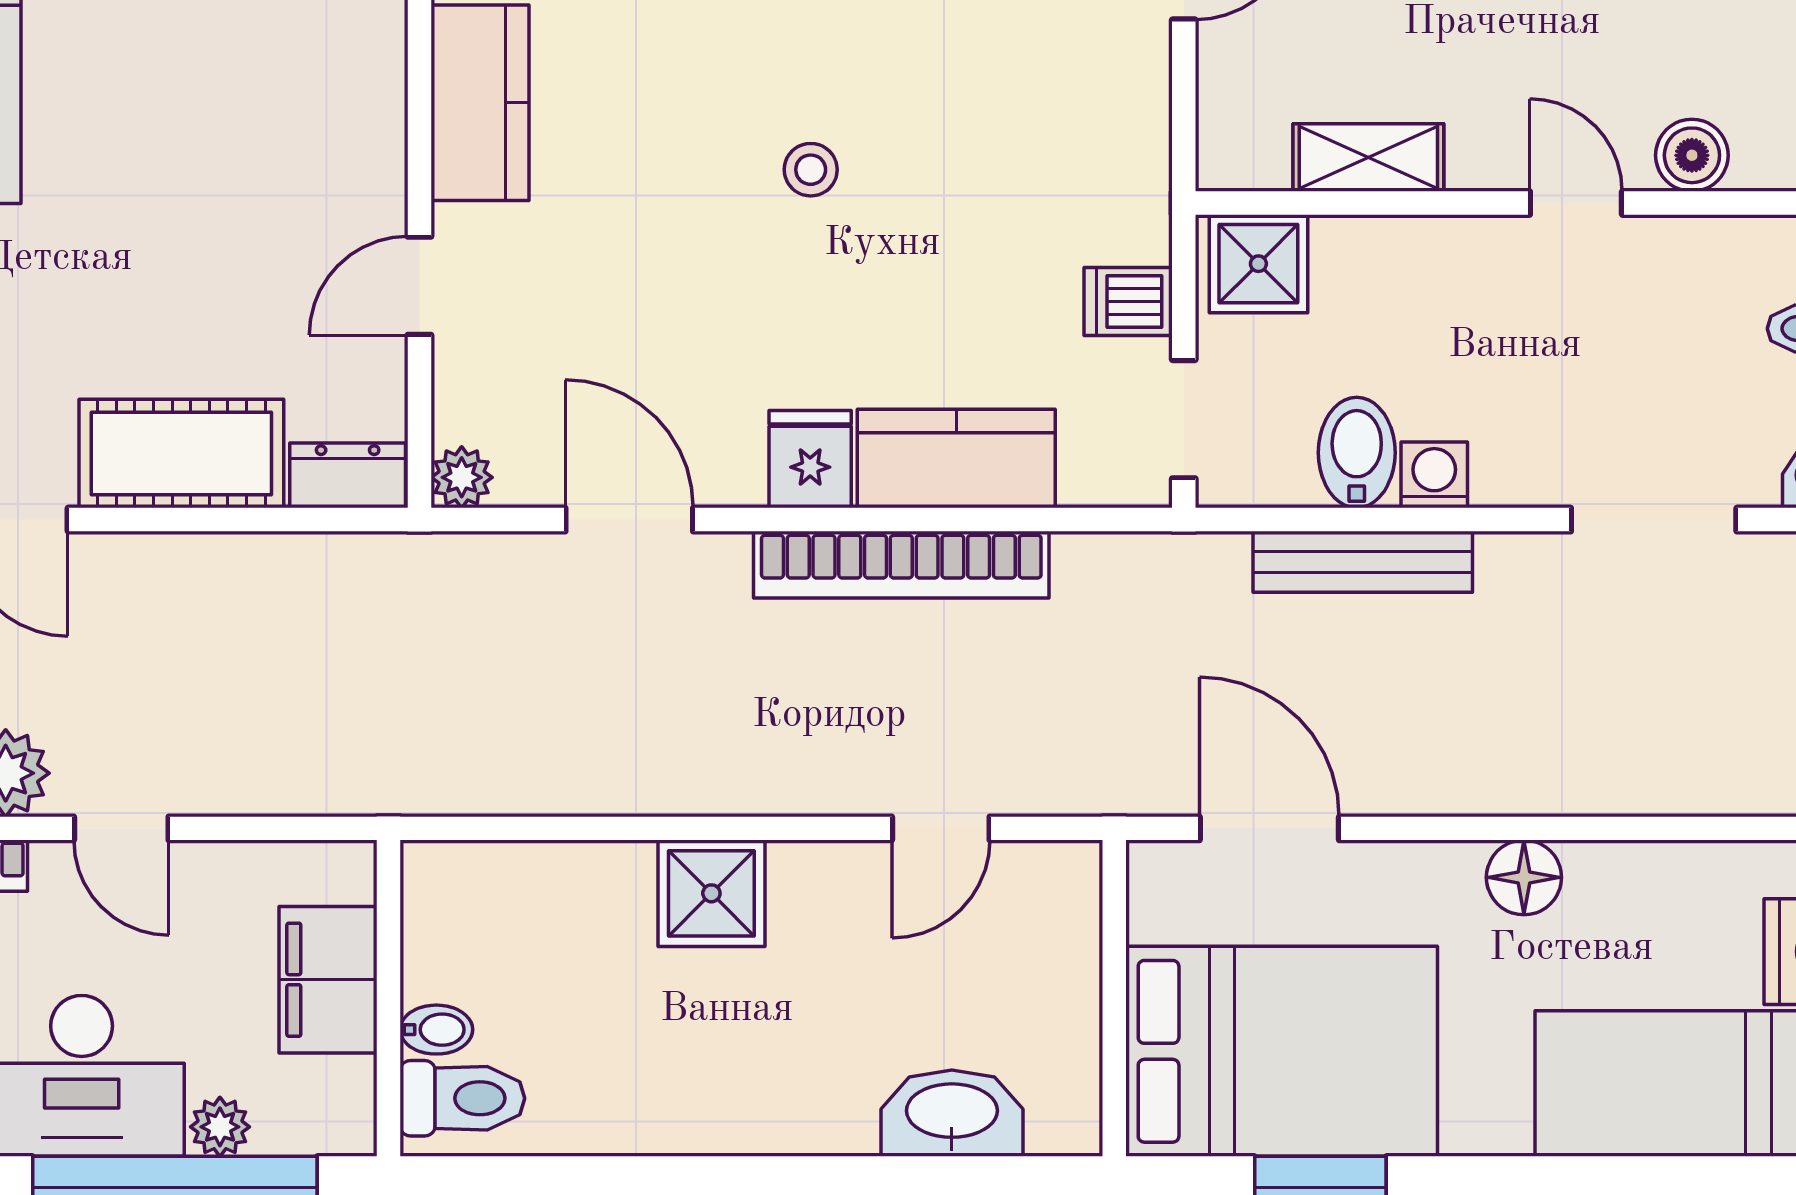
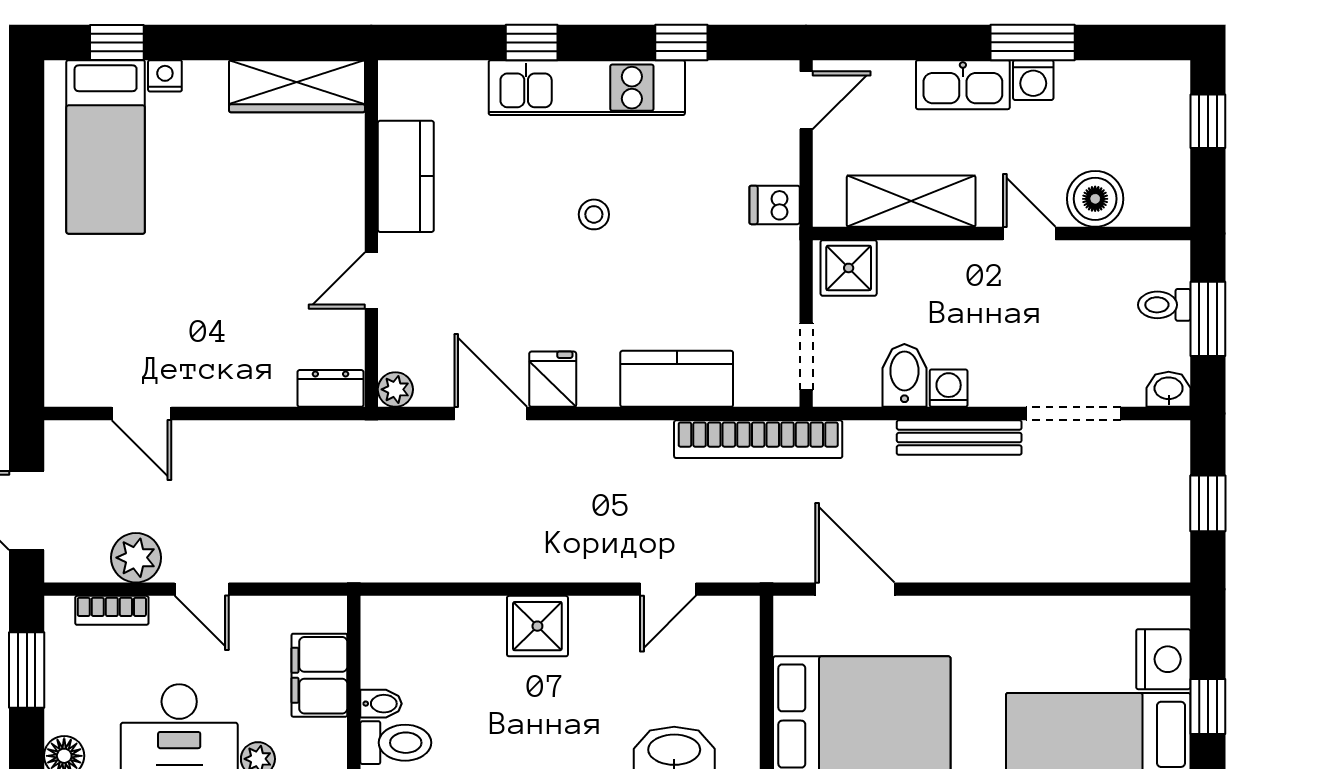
boiler: (1692, 155) -> (1095, 199), width x1.36, depth x1.36
shelving: (1368, 158) -> (911, 201), width x1.50, depth x1.33
dishwasher: (1128, 302) -> (775, 205), moved
cot: (181, 454) -> (236, 376), removed
fridge: (810, 459) -> (553, 379), moved
bench: (1363, 562) -> (959, 438), moved
bookcase: (901, 565) -> (758, 439), moved
floor lamp: (1524, 877) -> (1000, 617), removed

